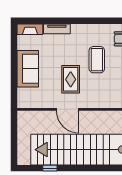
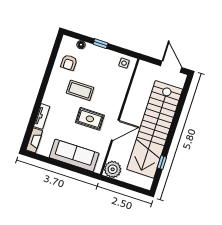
sofa: (28, 69) -> (74, 155), width x1.36
plant: (26, 120) -> (113, 169), added

